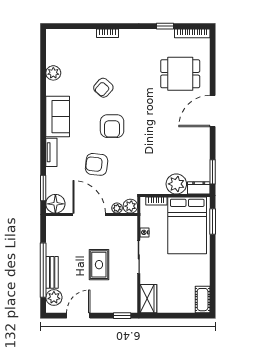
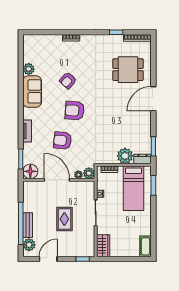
sofa: (58, 117) -> (32, 91), moved
armchair: (112, 126) -> (75, 111), turned 94
bed: (187, 225) -> (134, 188), width x0.67

